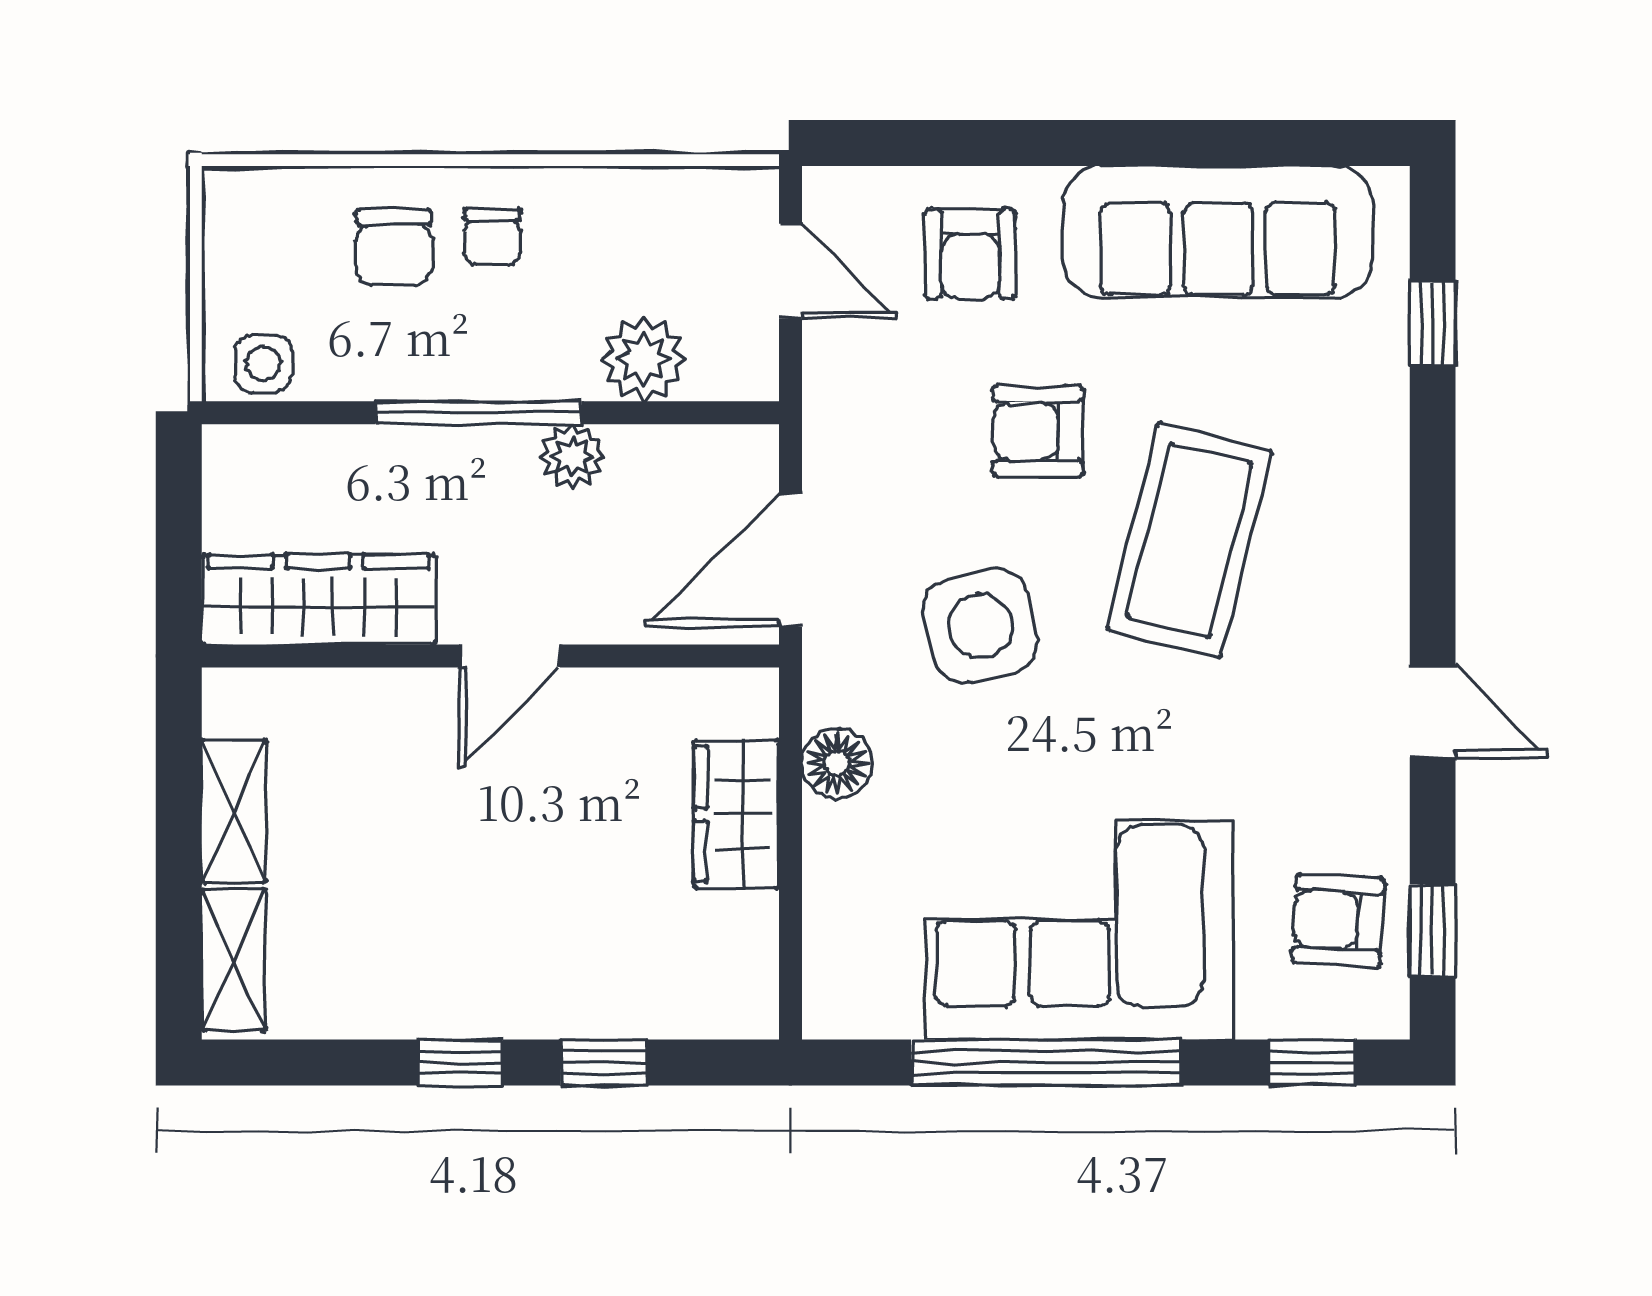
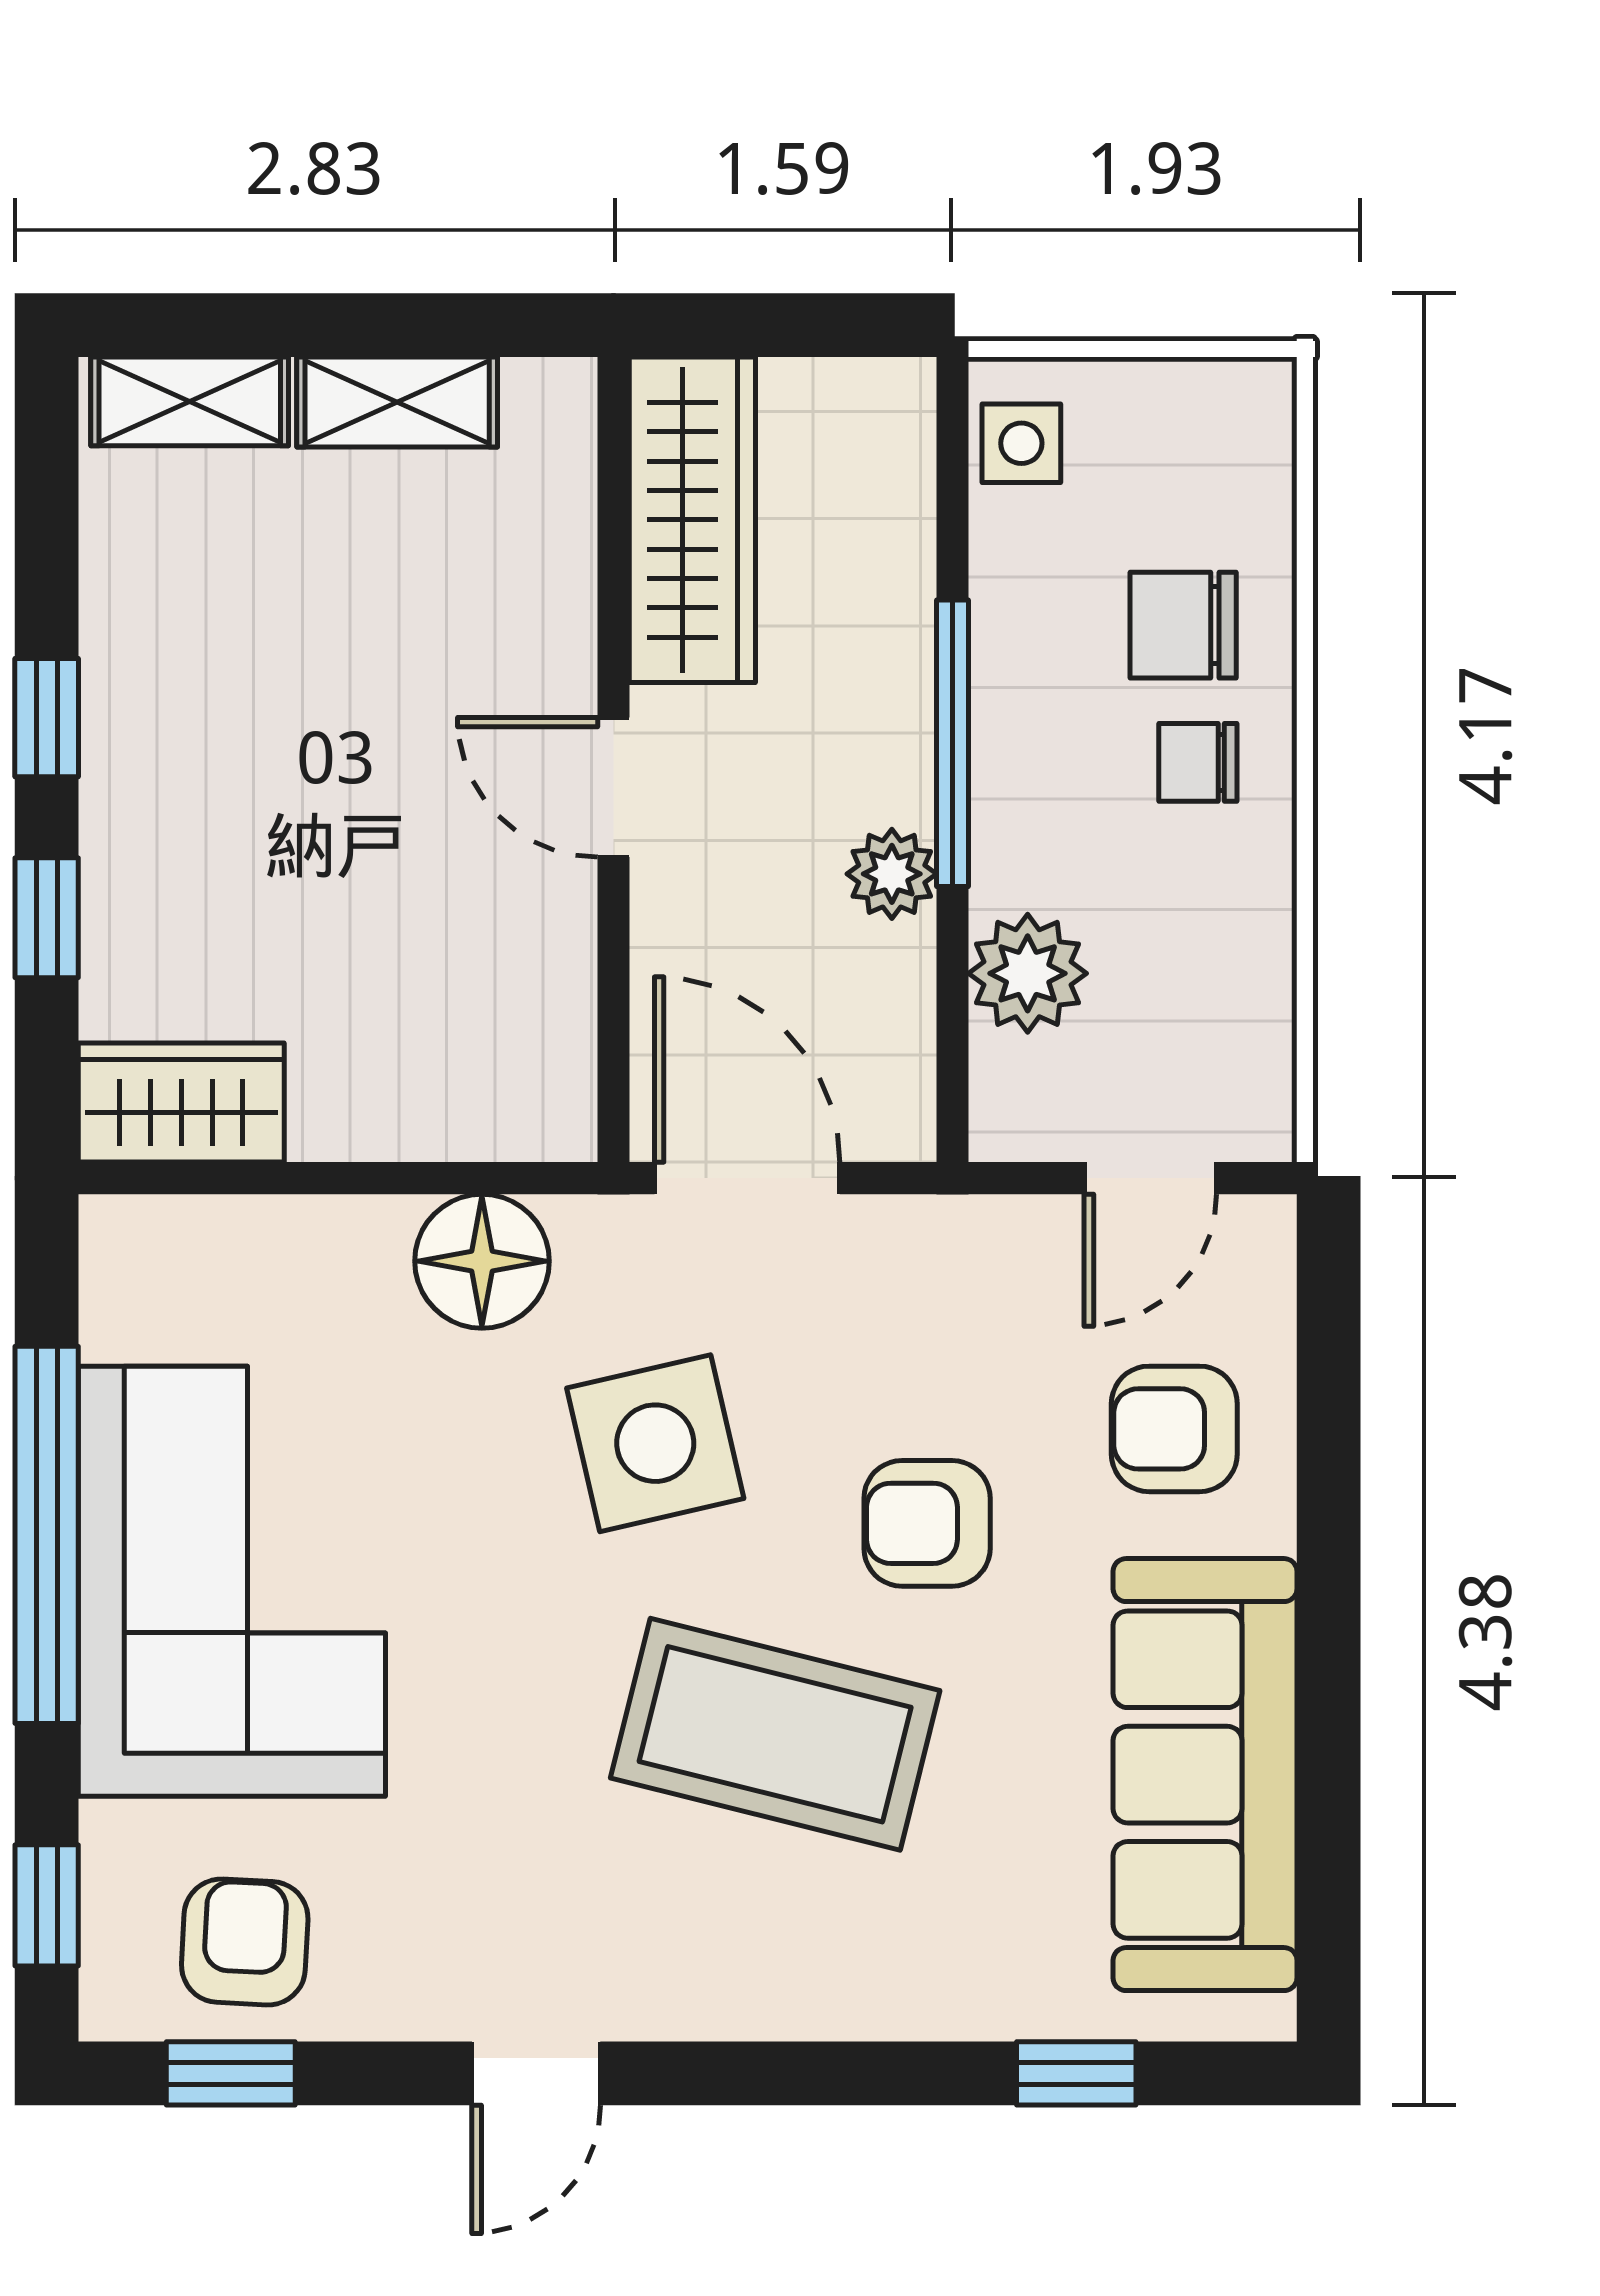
armchair: (1038, 431) -> (927, 1523), turned -90
floor lamp: (837, 763) -> (482, 1261), width x1.38, depth x1.38
wardrobe: (736, 814) -> (181, 1103), moved

